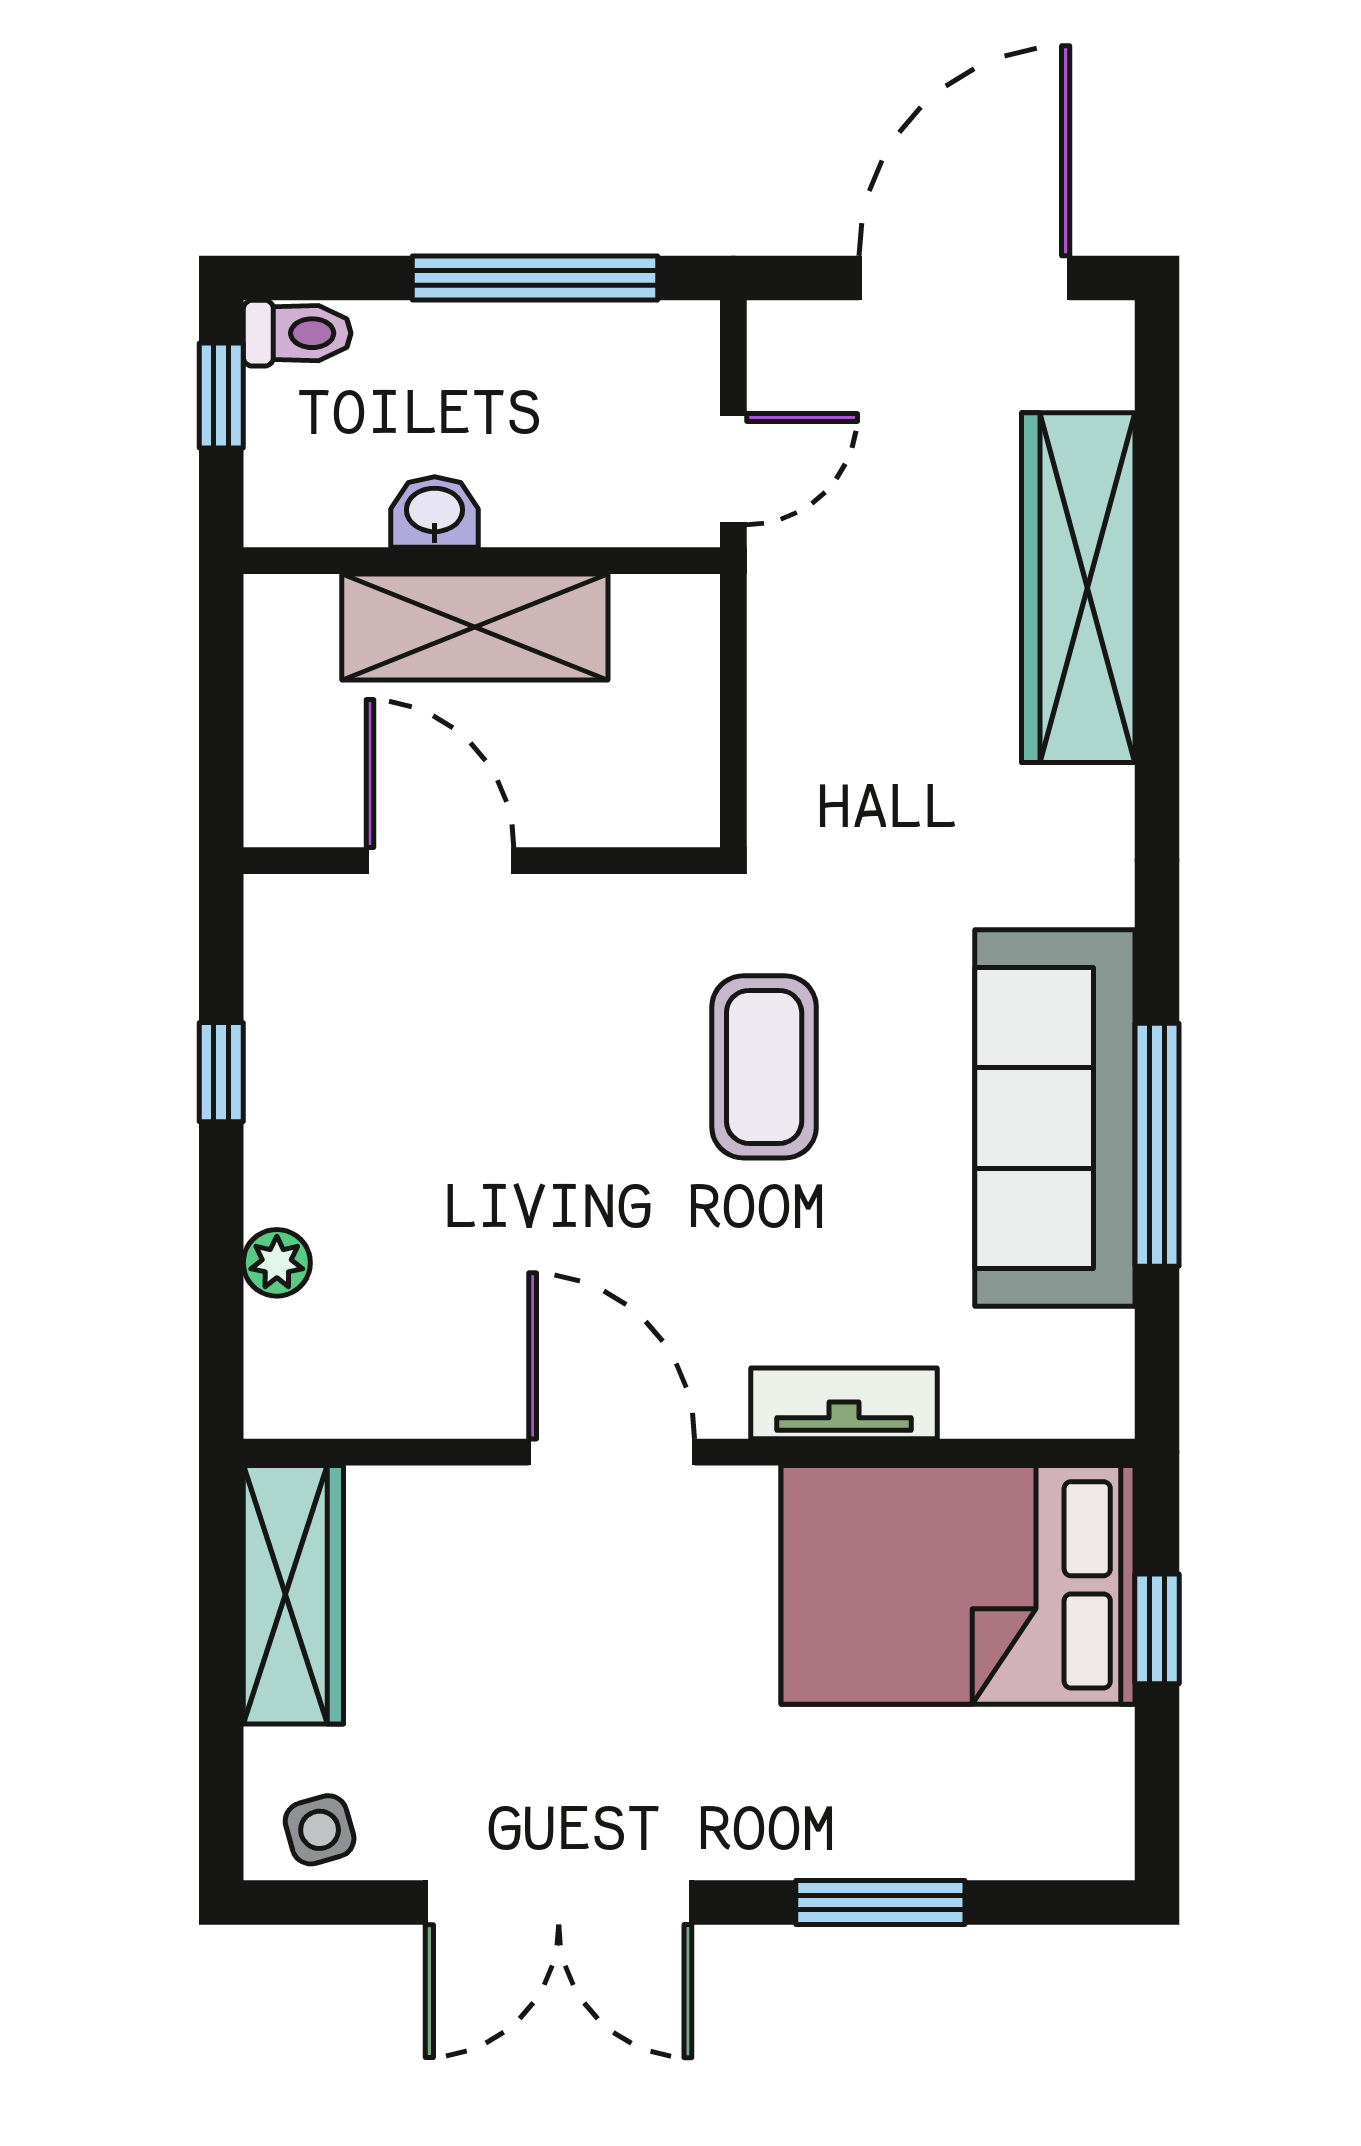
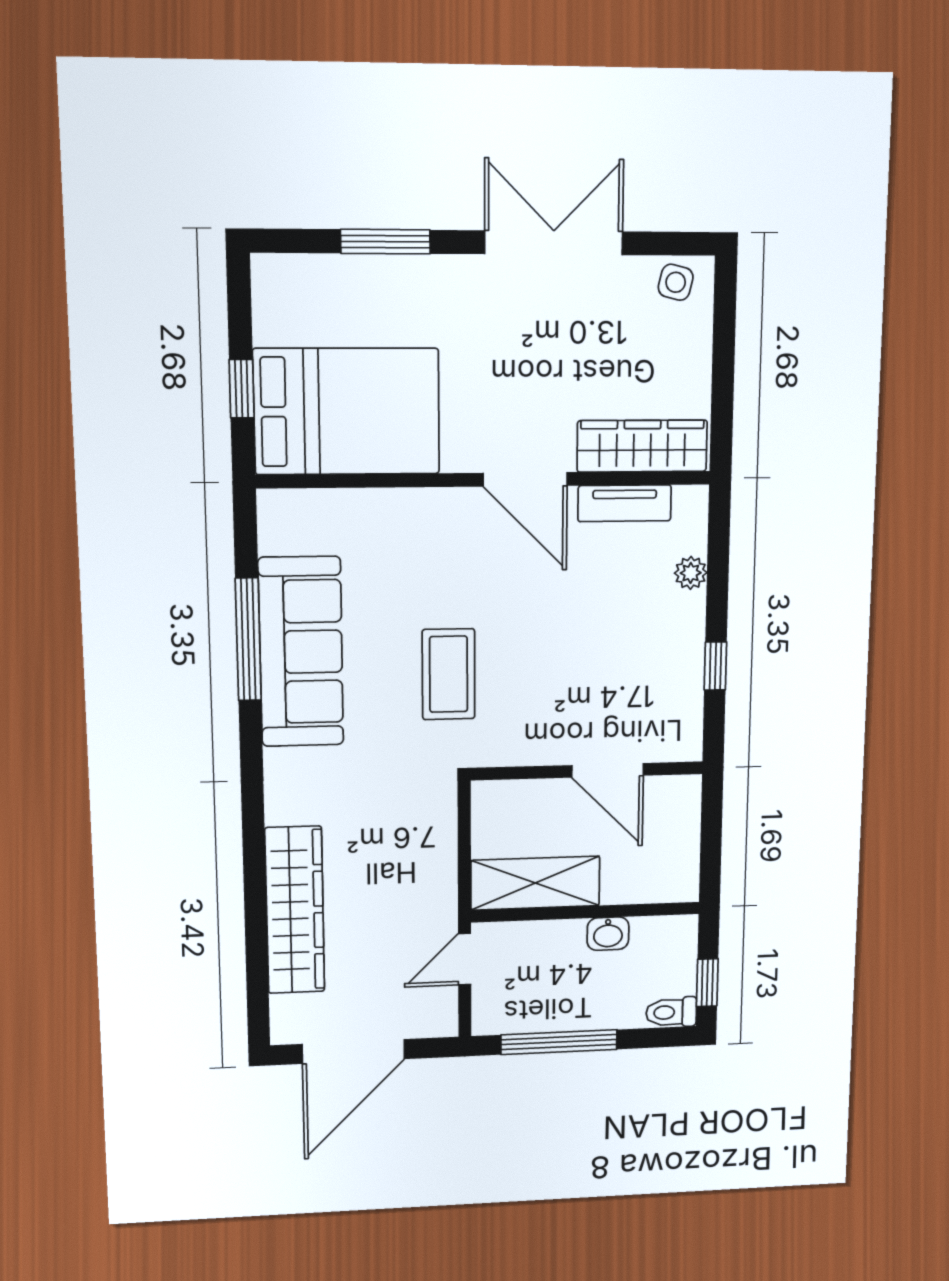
shelving: (475, 627) -> (535, 883), moved
tv unit: (844, 1403) -> (625, 503), moved
wardrobe: (293, 1595) -> (642, 446), moved, turned 90
side table: (320, 1830) -> (676, 282), turned 30

